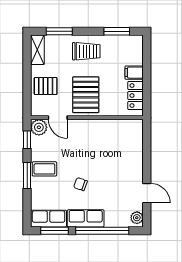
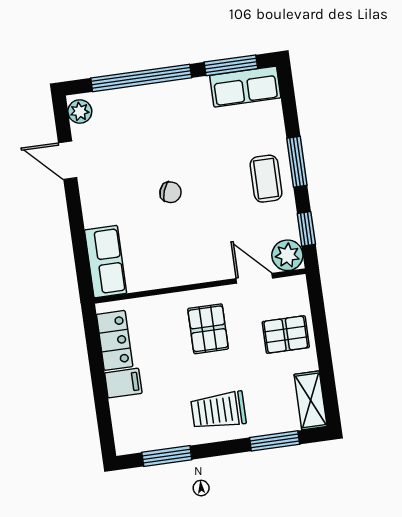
pallet: (86, 95) -> (208, 329), width x0.67, depth x0.71
coffee table: (44, 169) -> (266, 179), turned 90
chair: (80, 184) -> (171, 192), moved
row of seats: (86, 218) -> (106, 262), moved, turned -90

